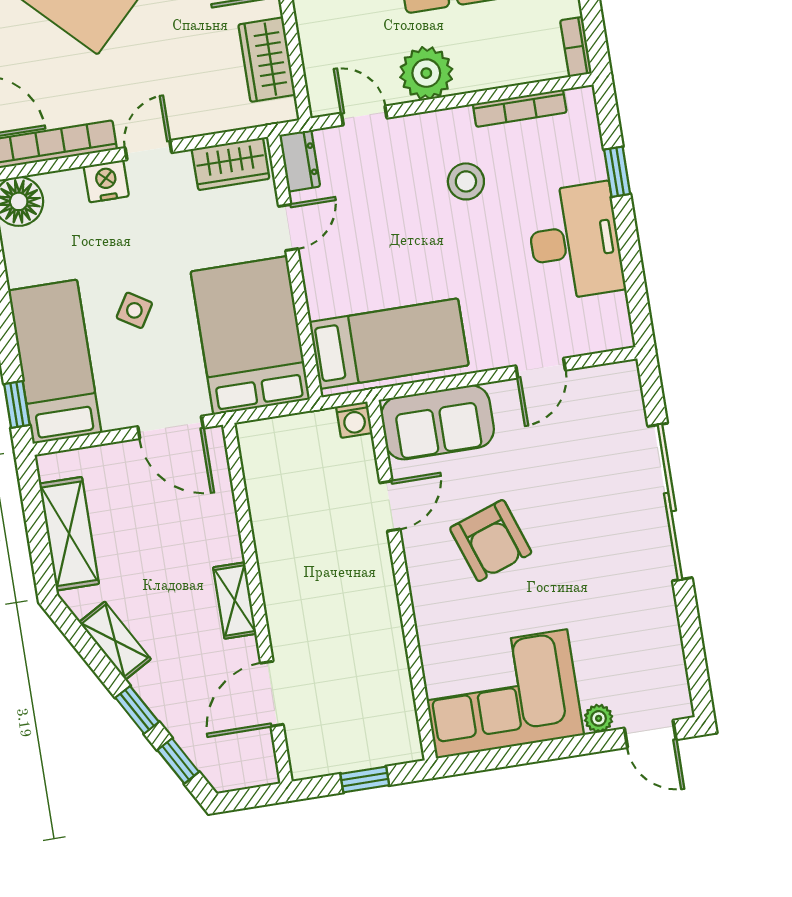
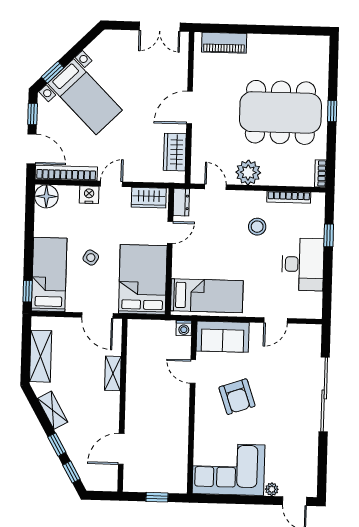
door: (390, 506) -> (193, 372), swing flipped
shelving: (235, 601) -> (113, 373), moved

